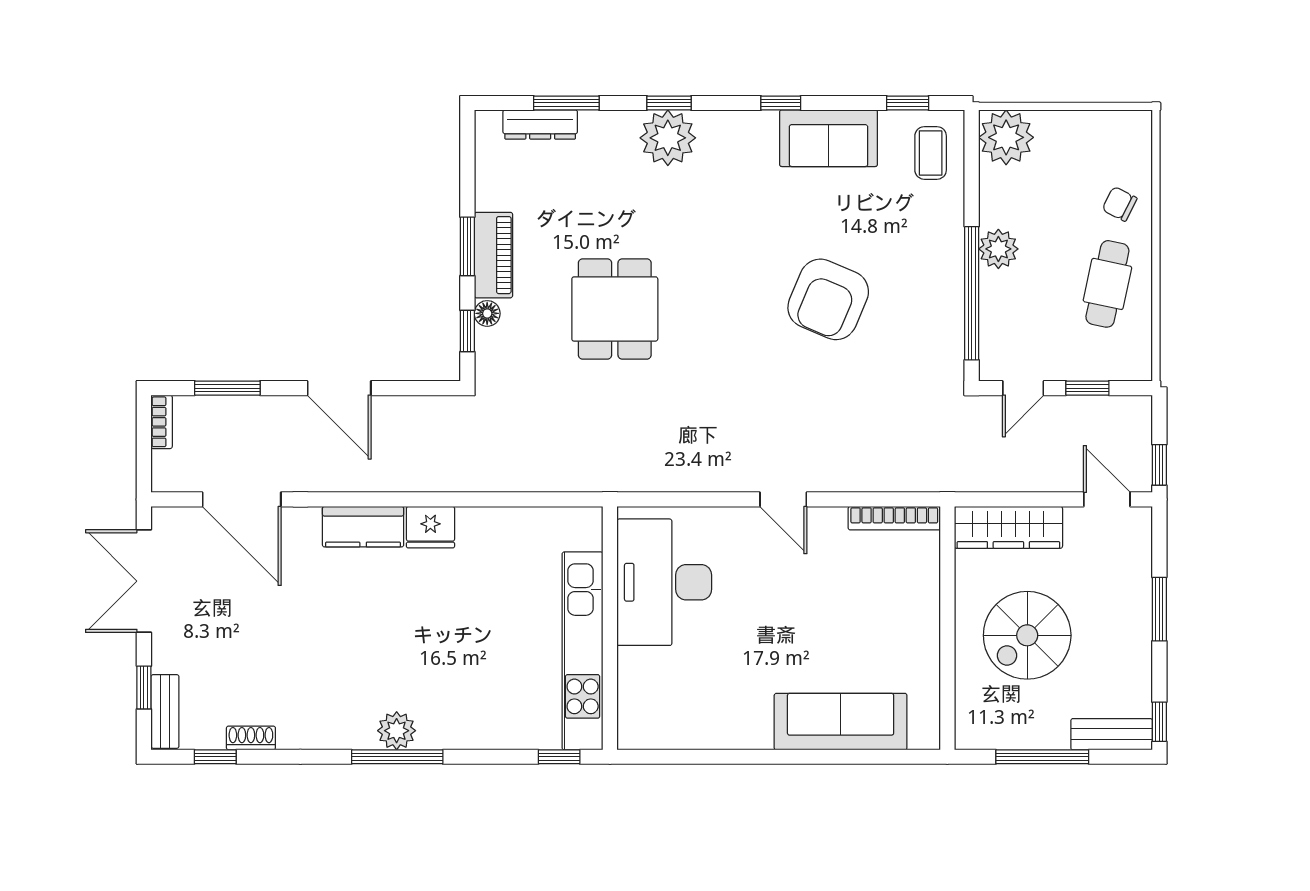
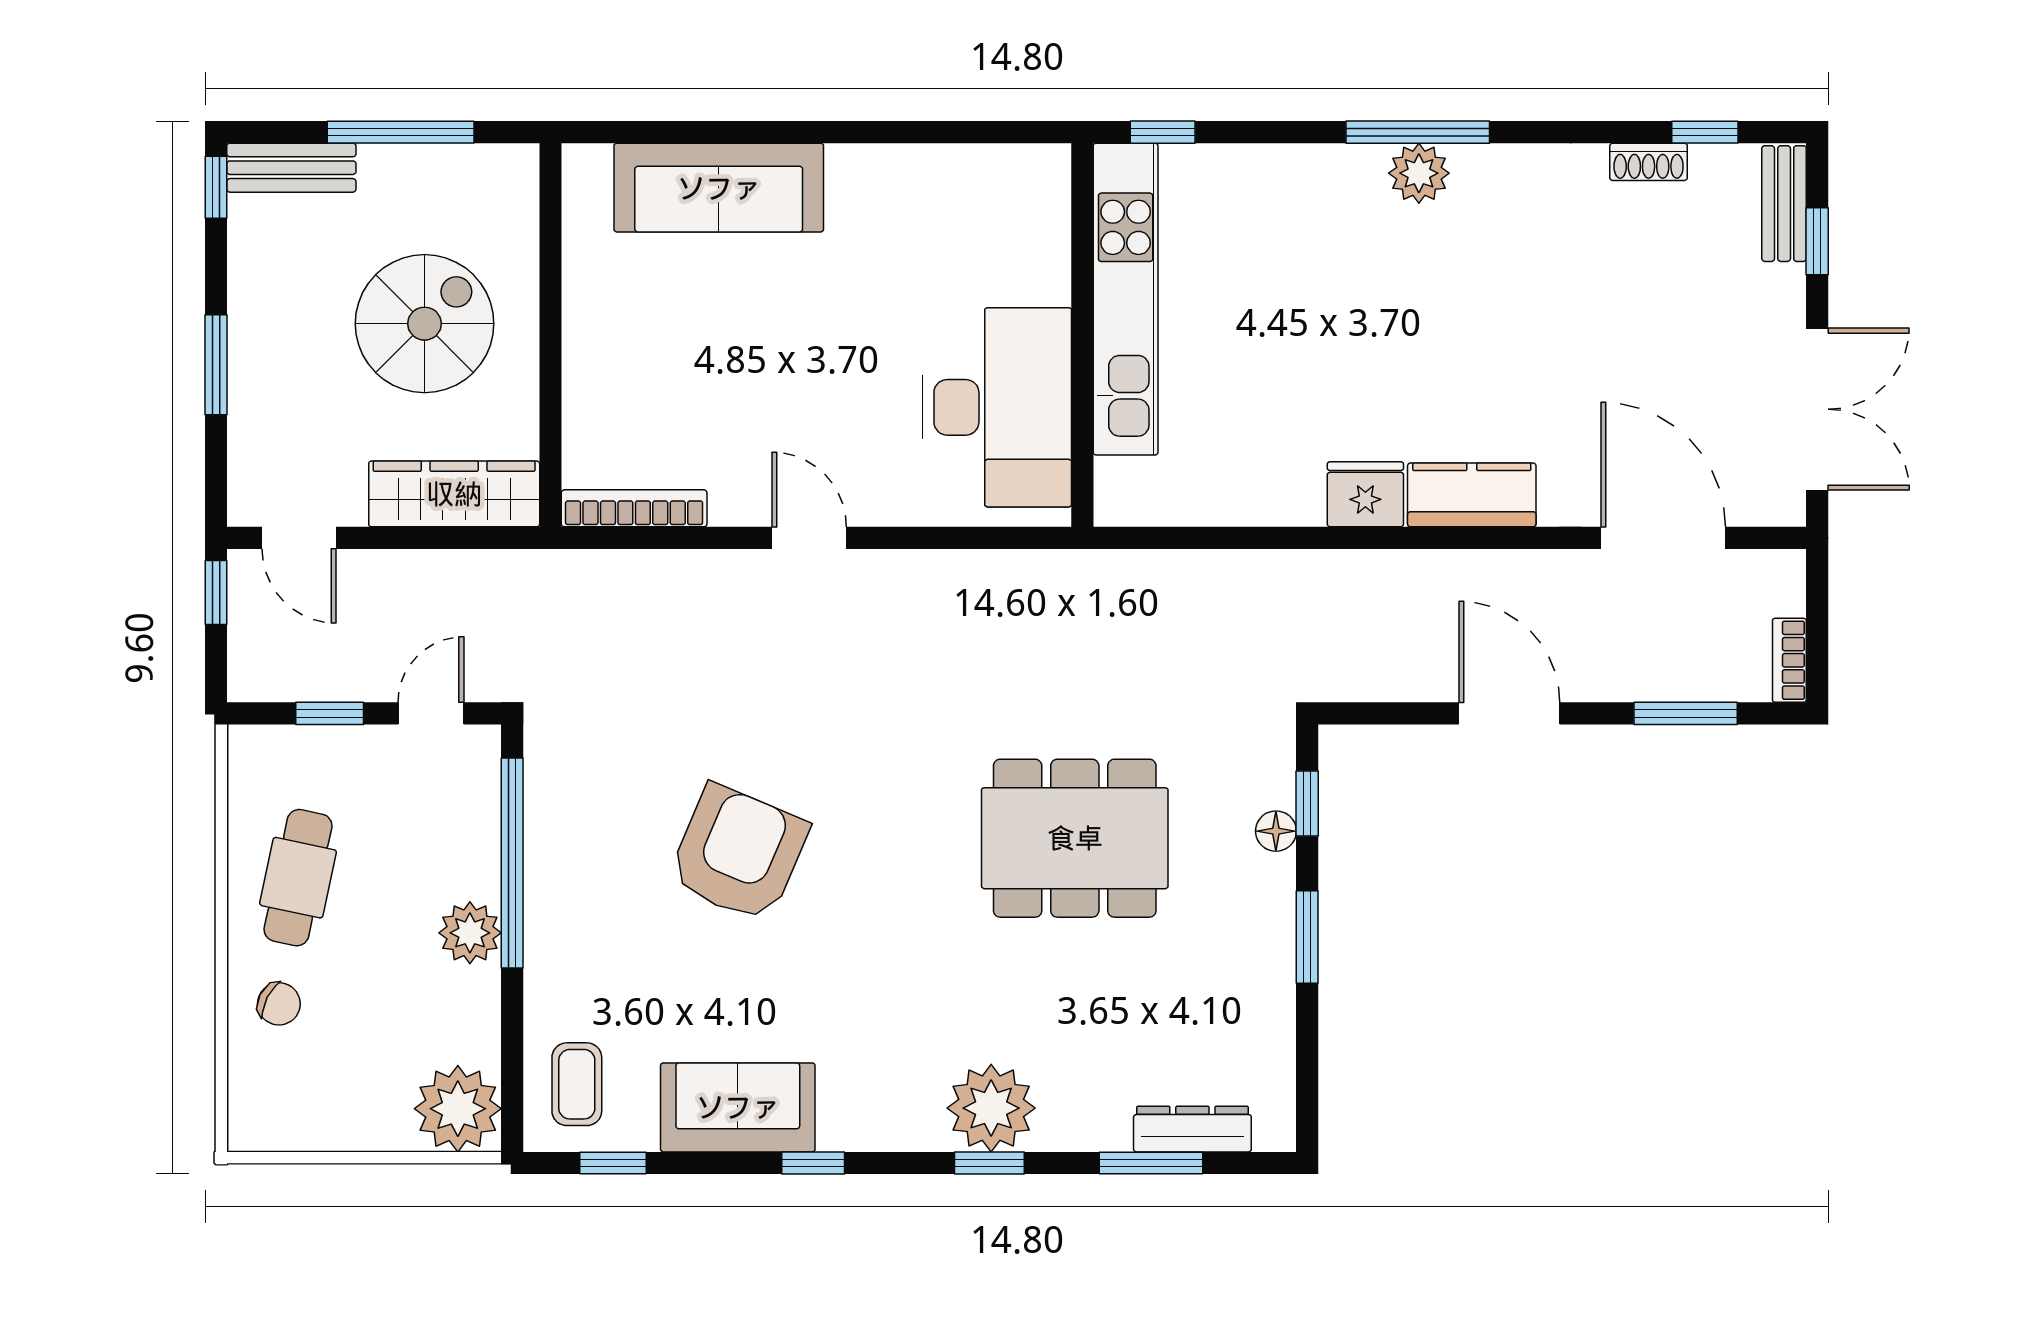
piano: (493, 255) -> (1266, 923), removed
dining table: (615, 309) -> (1075, 838), width x1.37

